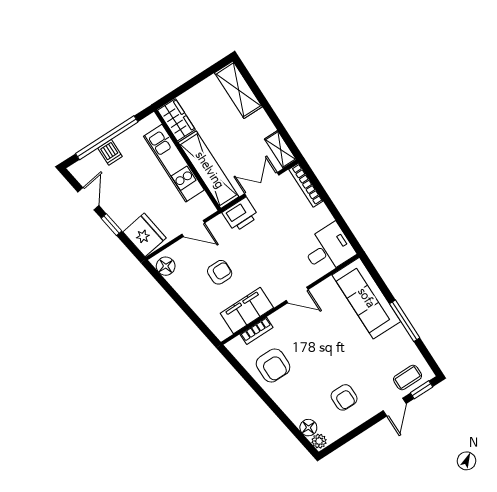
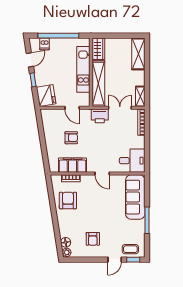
dishwasher: (110, 152) -> (45, 44), moved
floor lamp: (166, 266) -> (47, 118), removed
armchair: (273, 365) -> (68, 201), turned 180

